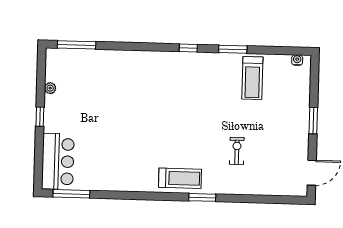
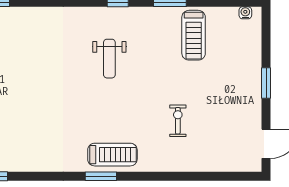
weight bench: (180, 96) -> (109, 59), added
window: (202, 197) -> (101, 176), moved

